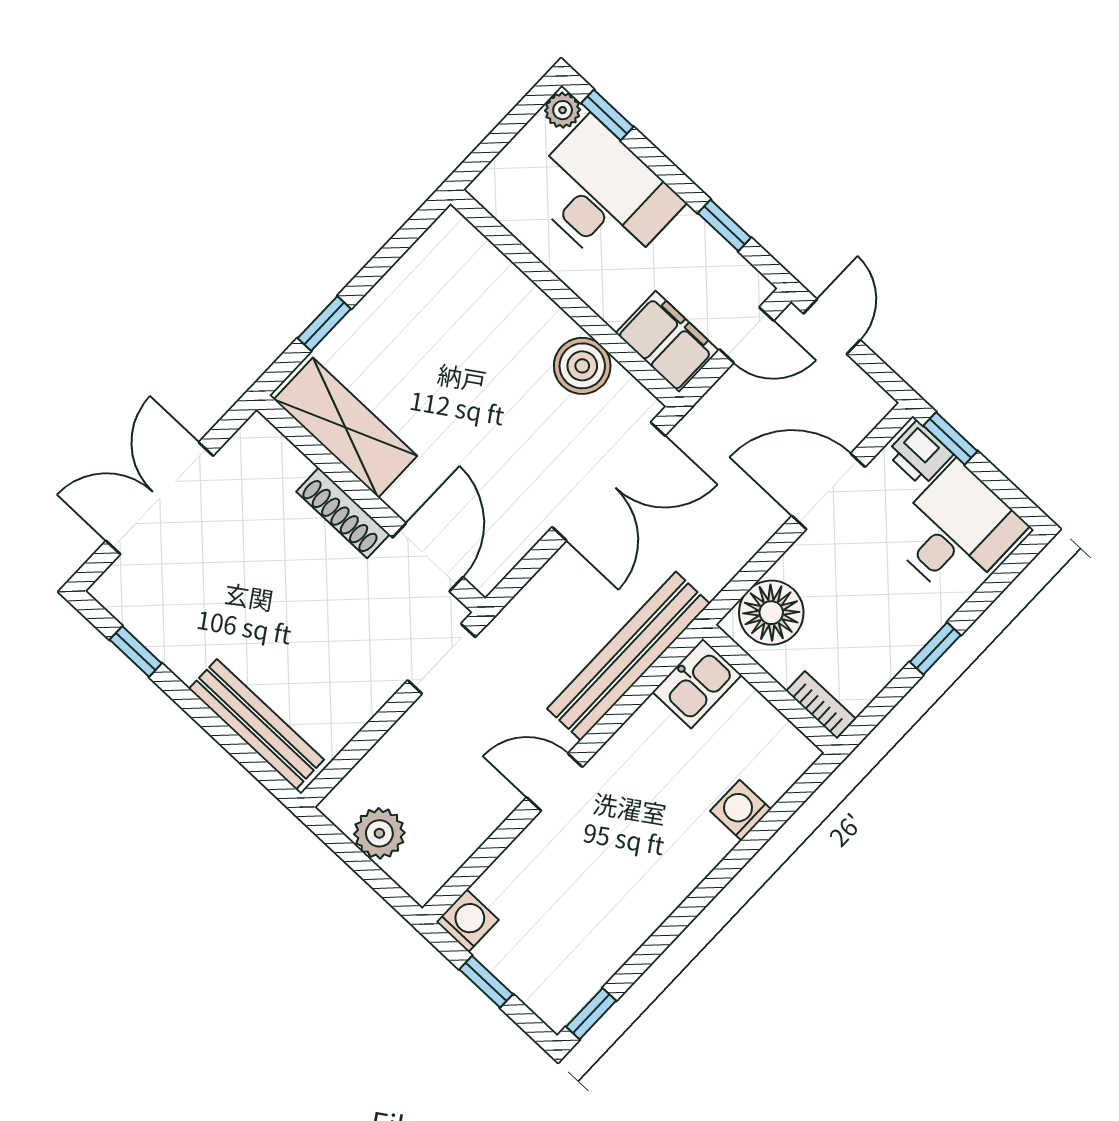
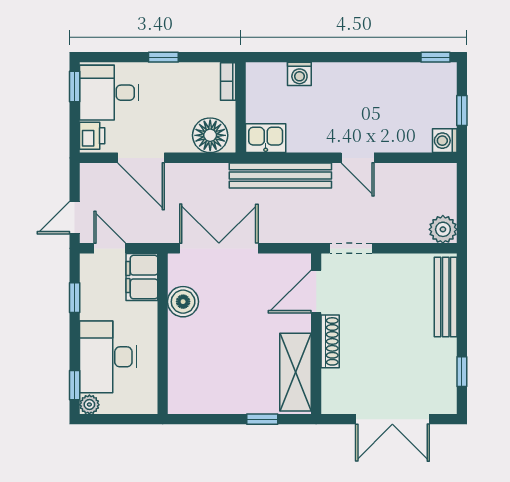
window: (950, 438) -> (75, 87), moved
plant: (379, 833) -> (443, 229), moved

